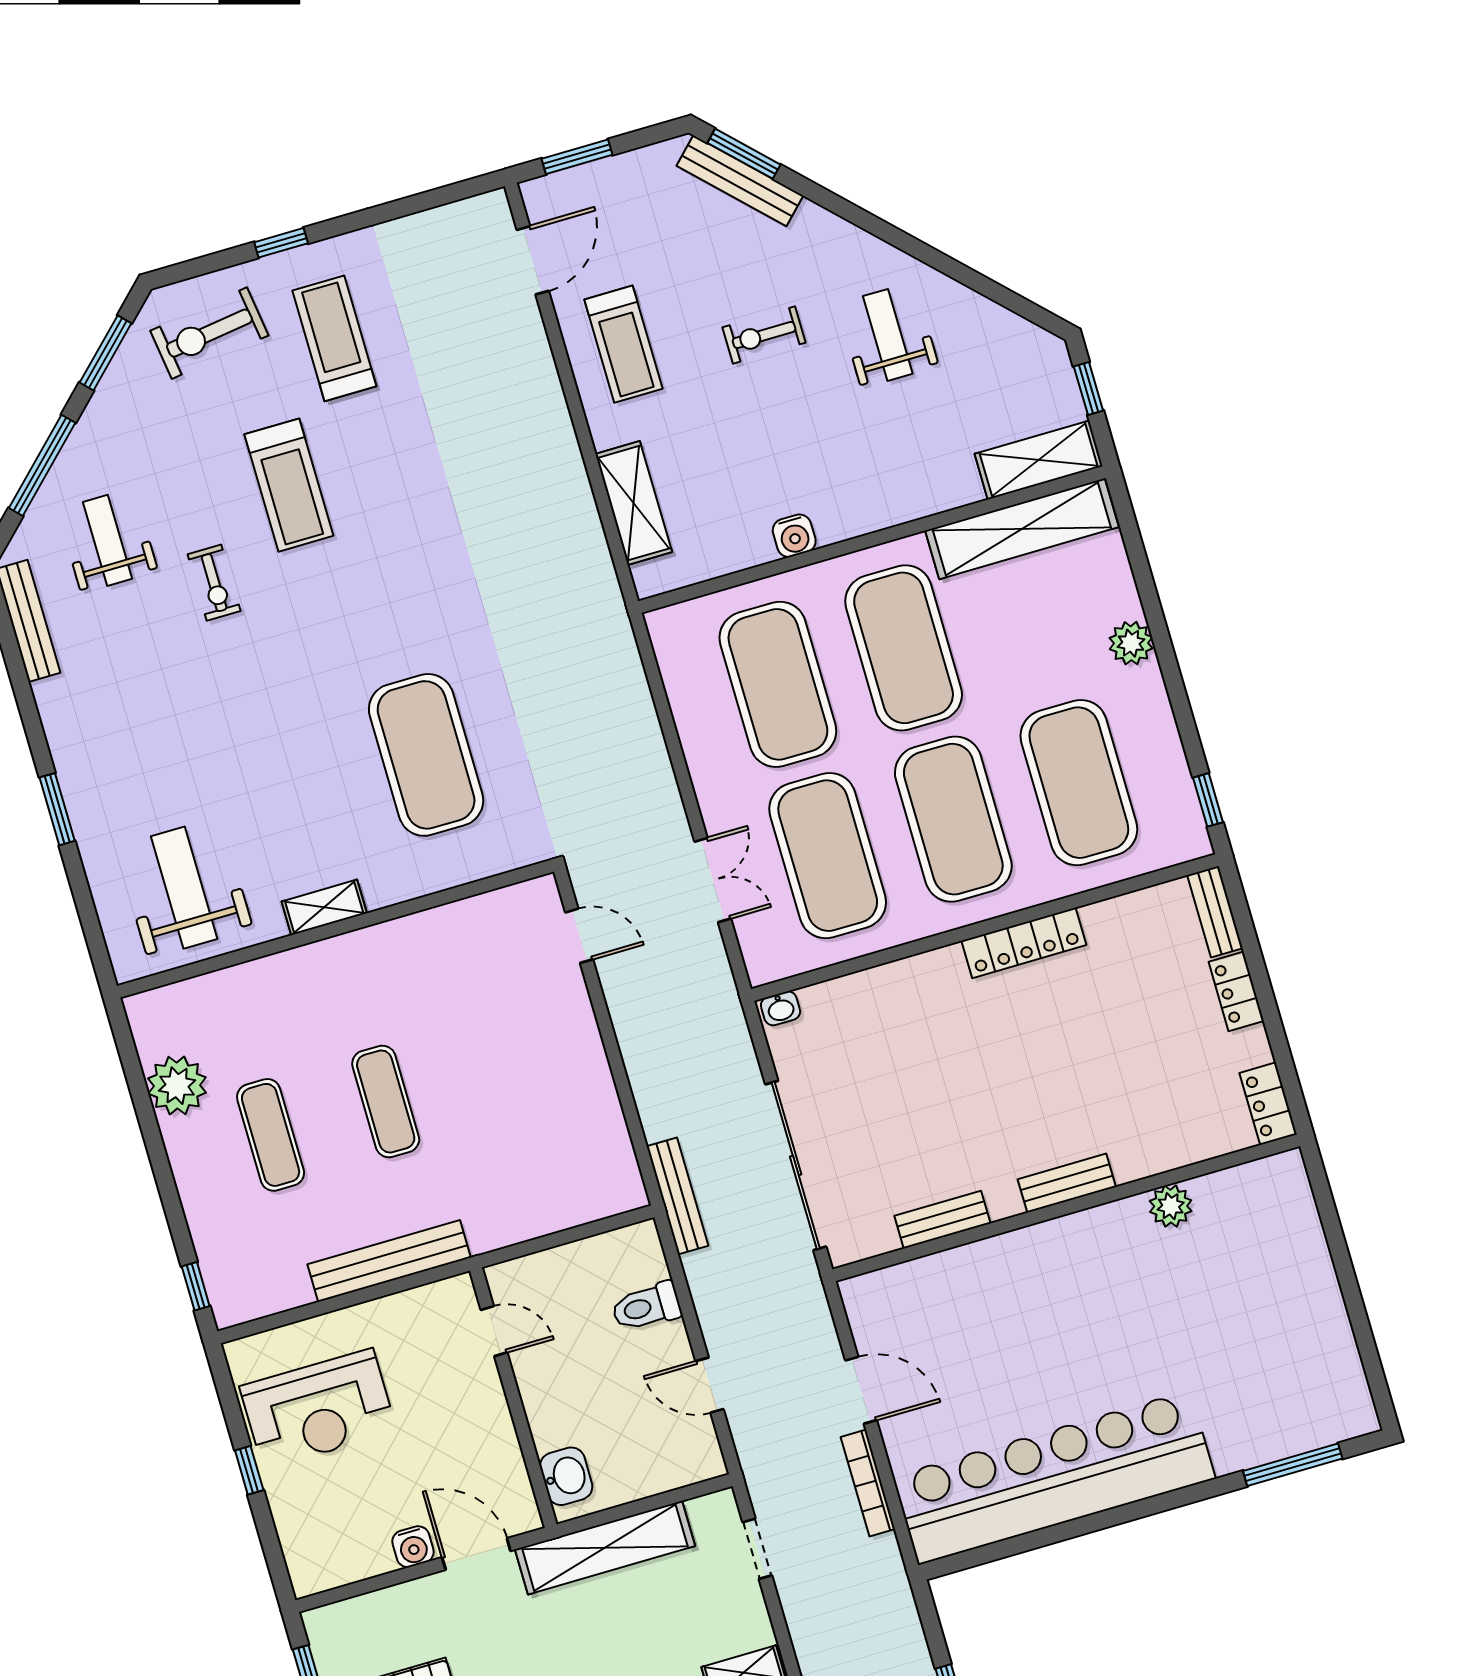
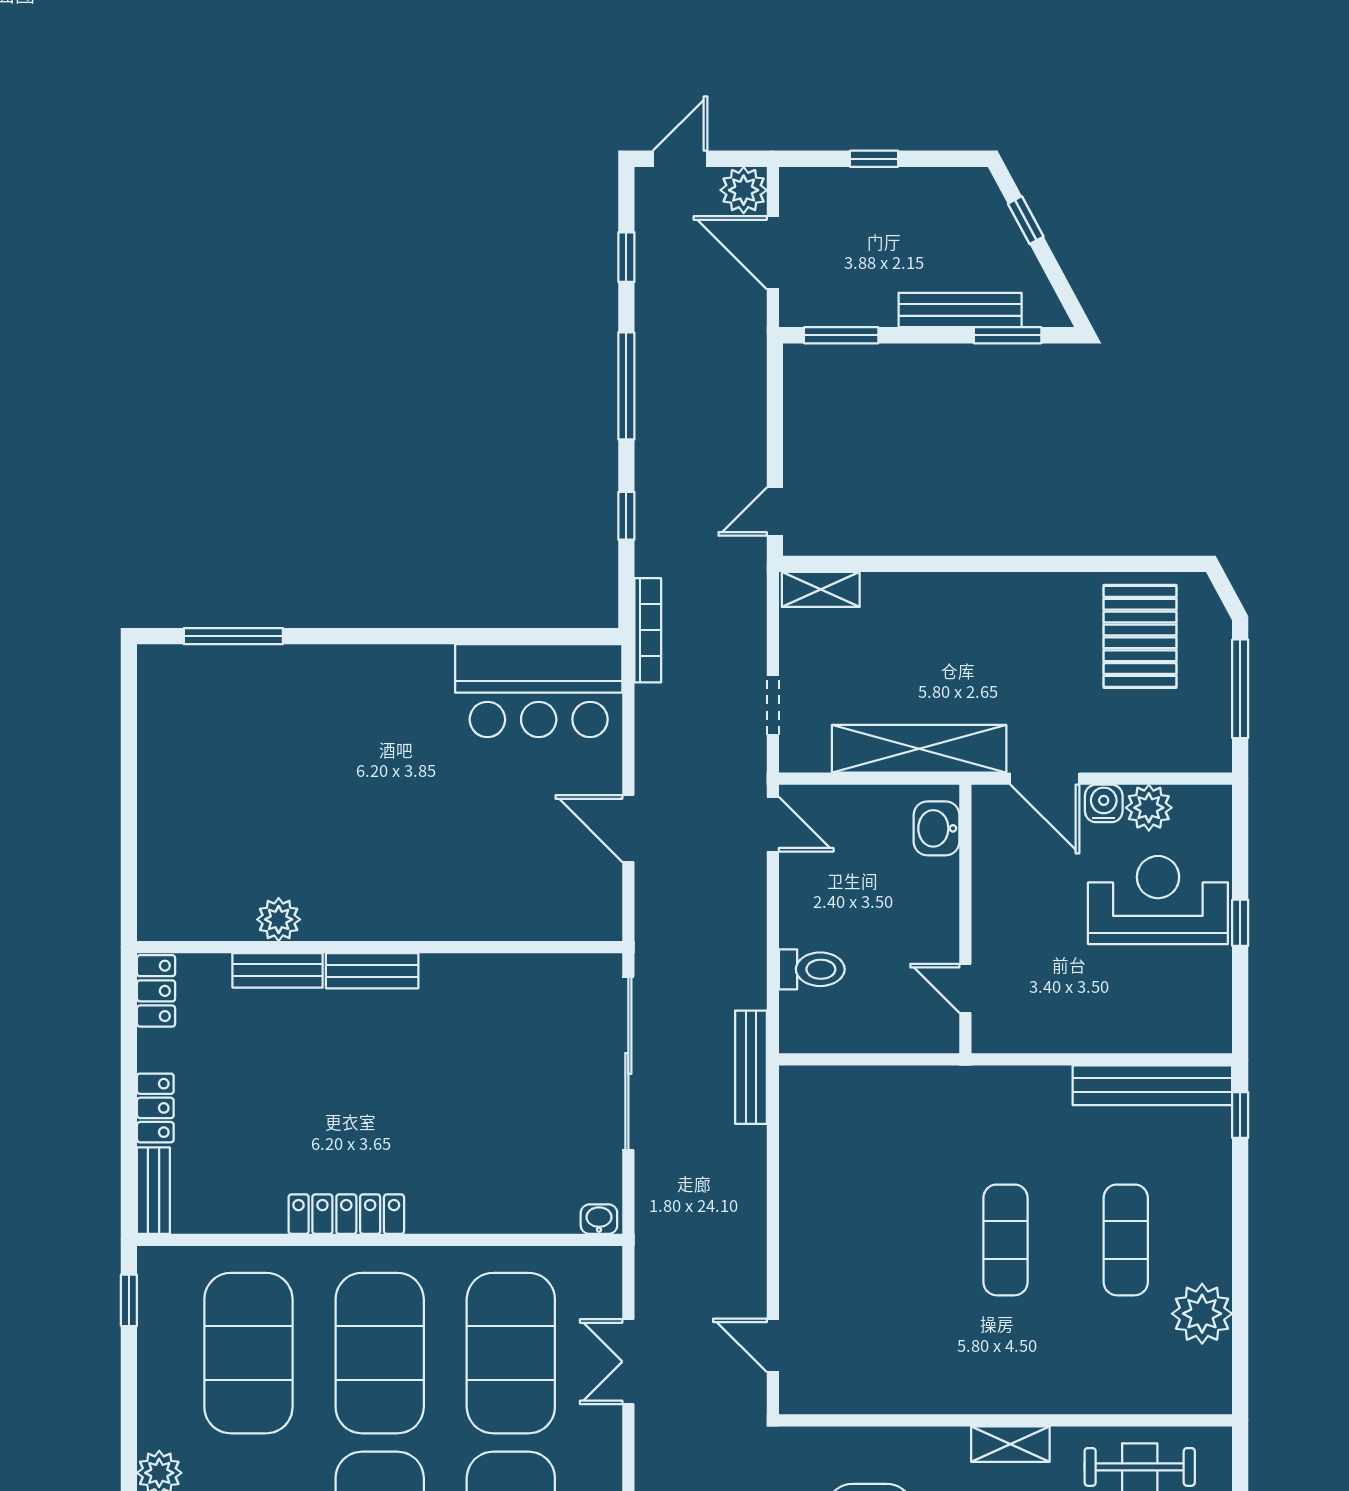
bench: (942, 1220) -> (278, 970), moved
bench: (389, 1261) -> (1152, 1085), moved
door: (710, 1385) -> (773, 824), moved
reception desk: (318, 1409) -> (1158, 900), moved
bar counter: (1054, 1477) -> (539, 691), width x0.54
bookcase: (868, 1483) -> (648, 630), moved
plant: (369, 1555) -> (1149, 808), added

